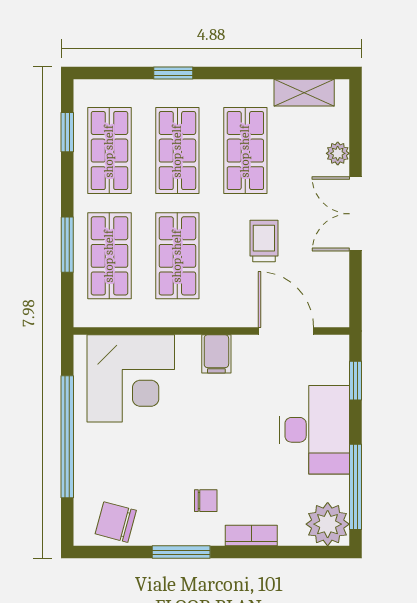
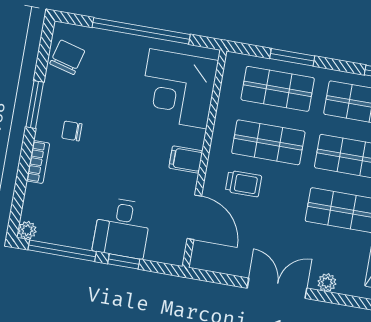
trolley: (264, 241) -> (244, 184), moved
door: (286, 331) -> (194, 217), hinge flipped
window: (355, 381) -> (124, 261), moved
desk: (314, 430) -> (122, 228), width x0.73
chair: (206, 501) -> (72, 131), turned 90
plant: (328, 524) -> (27, 230), width x0.53, depth x0.53

